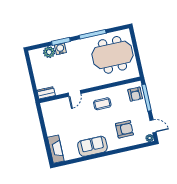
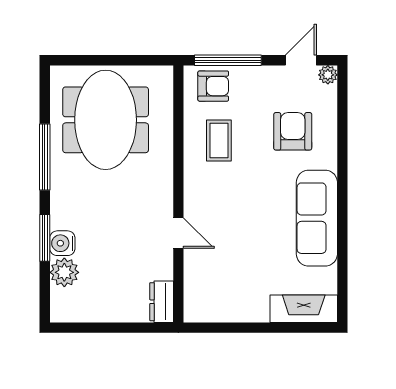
coffee table: (102, 104) -> (219, 140), moved
sofa: (92, 146) -> (317, 218), width x1.36

